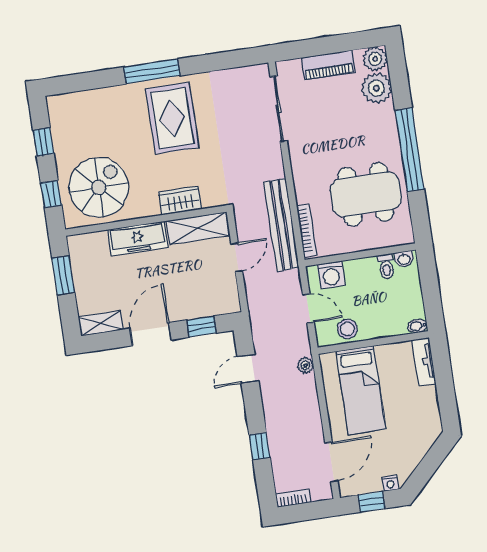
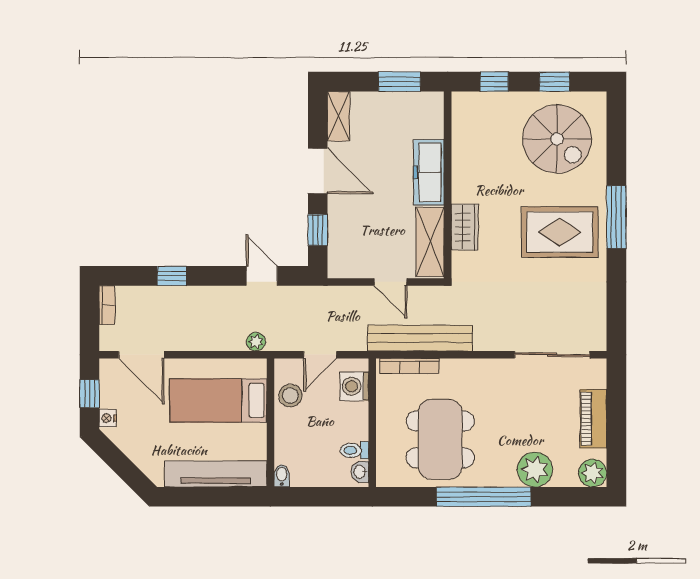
plant: (376, 88) -> (535, 470), moved
spiral stairs: (99, 187) -> (557, 139), moved
tv unit: (424, 362) -> (216, 474), width x1.92, depth x1.29

